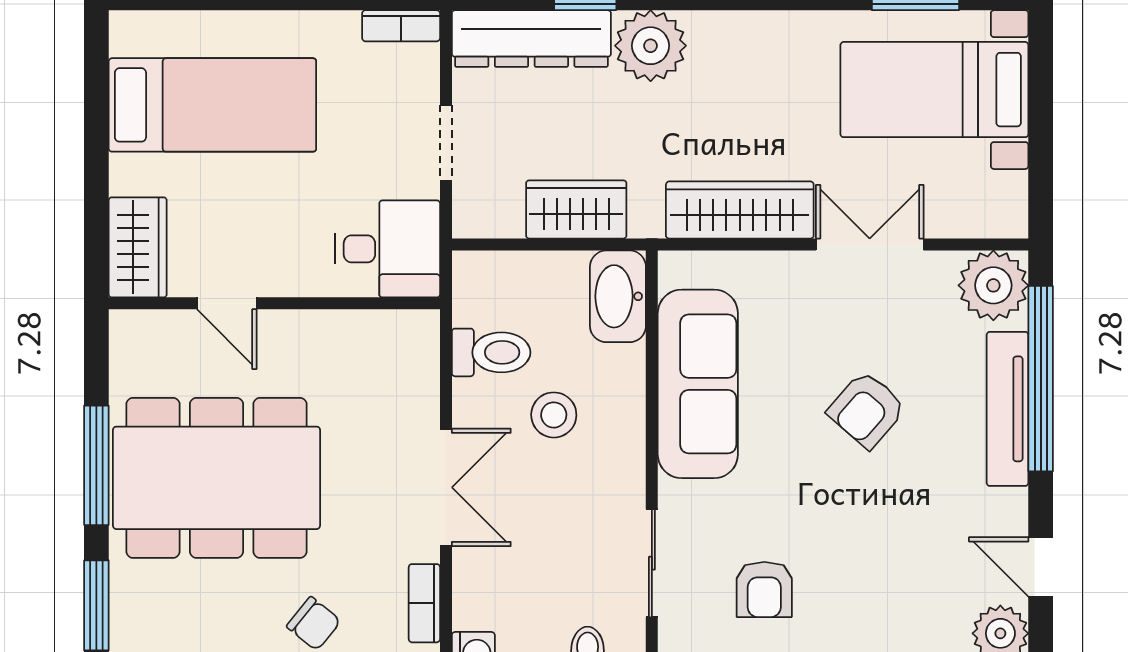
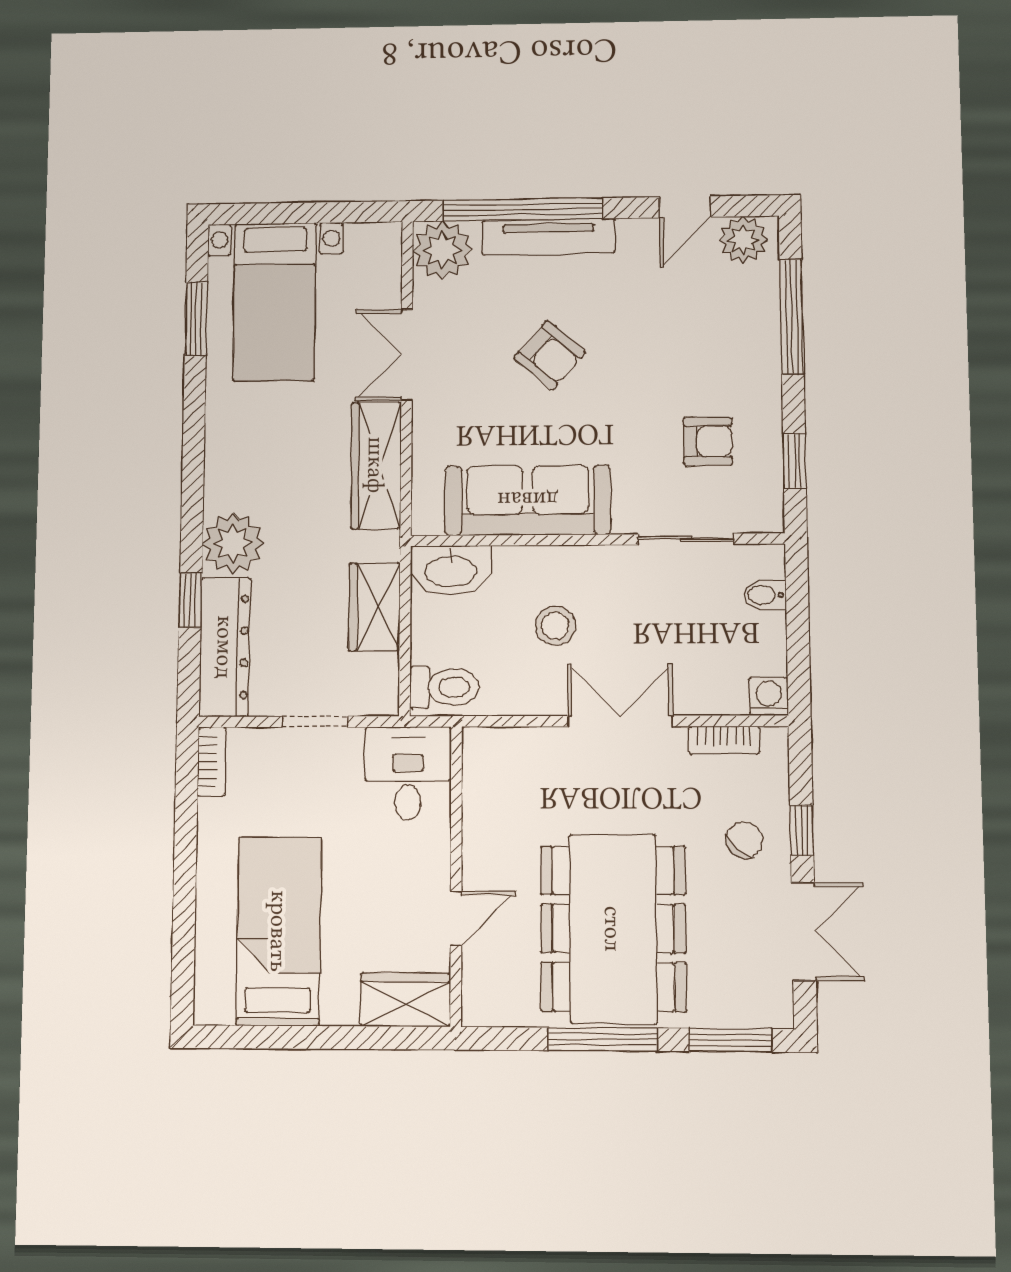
toilet: (491, 352) -> (445, 687), moved, turned 90

